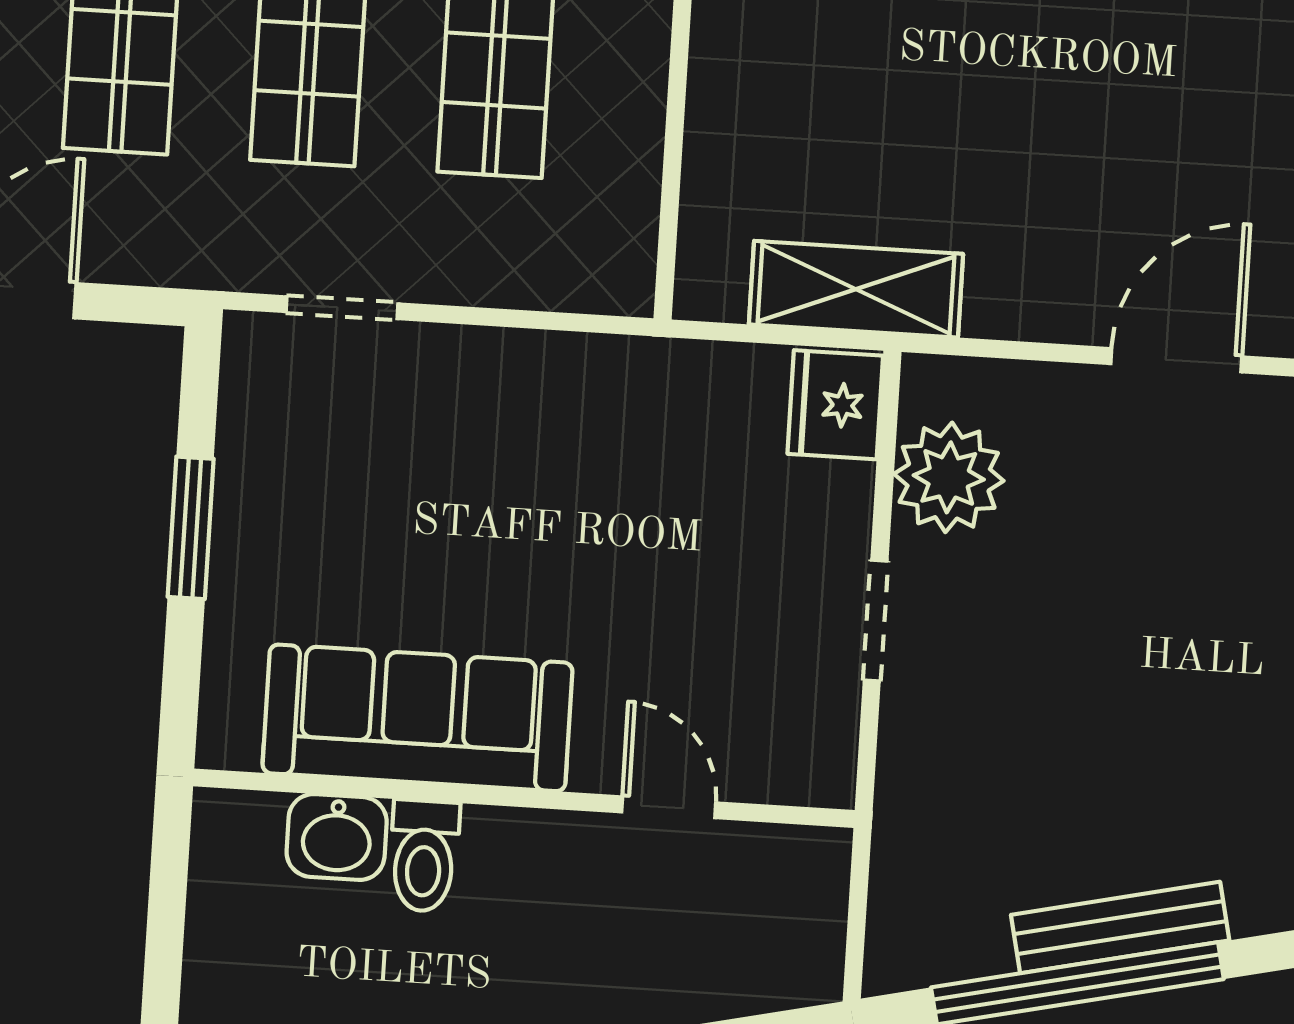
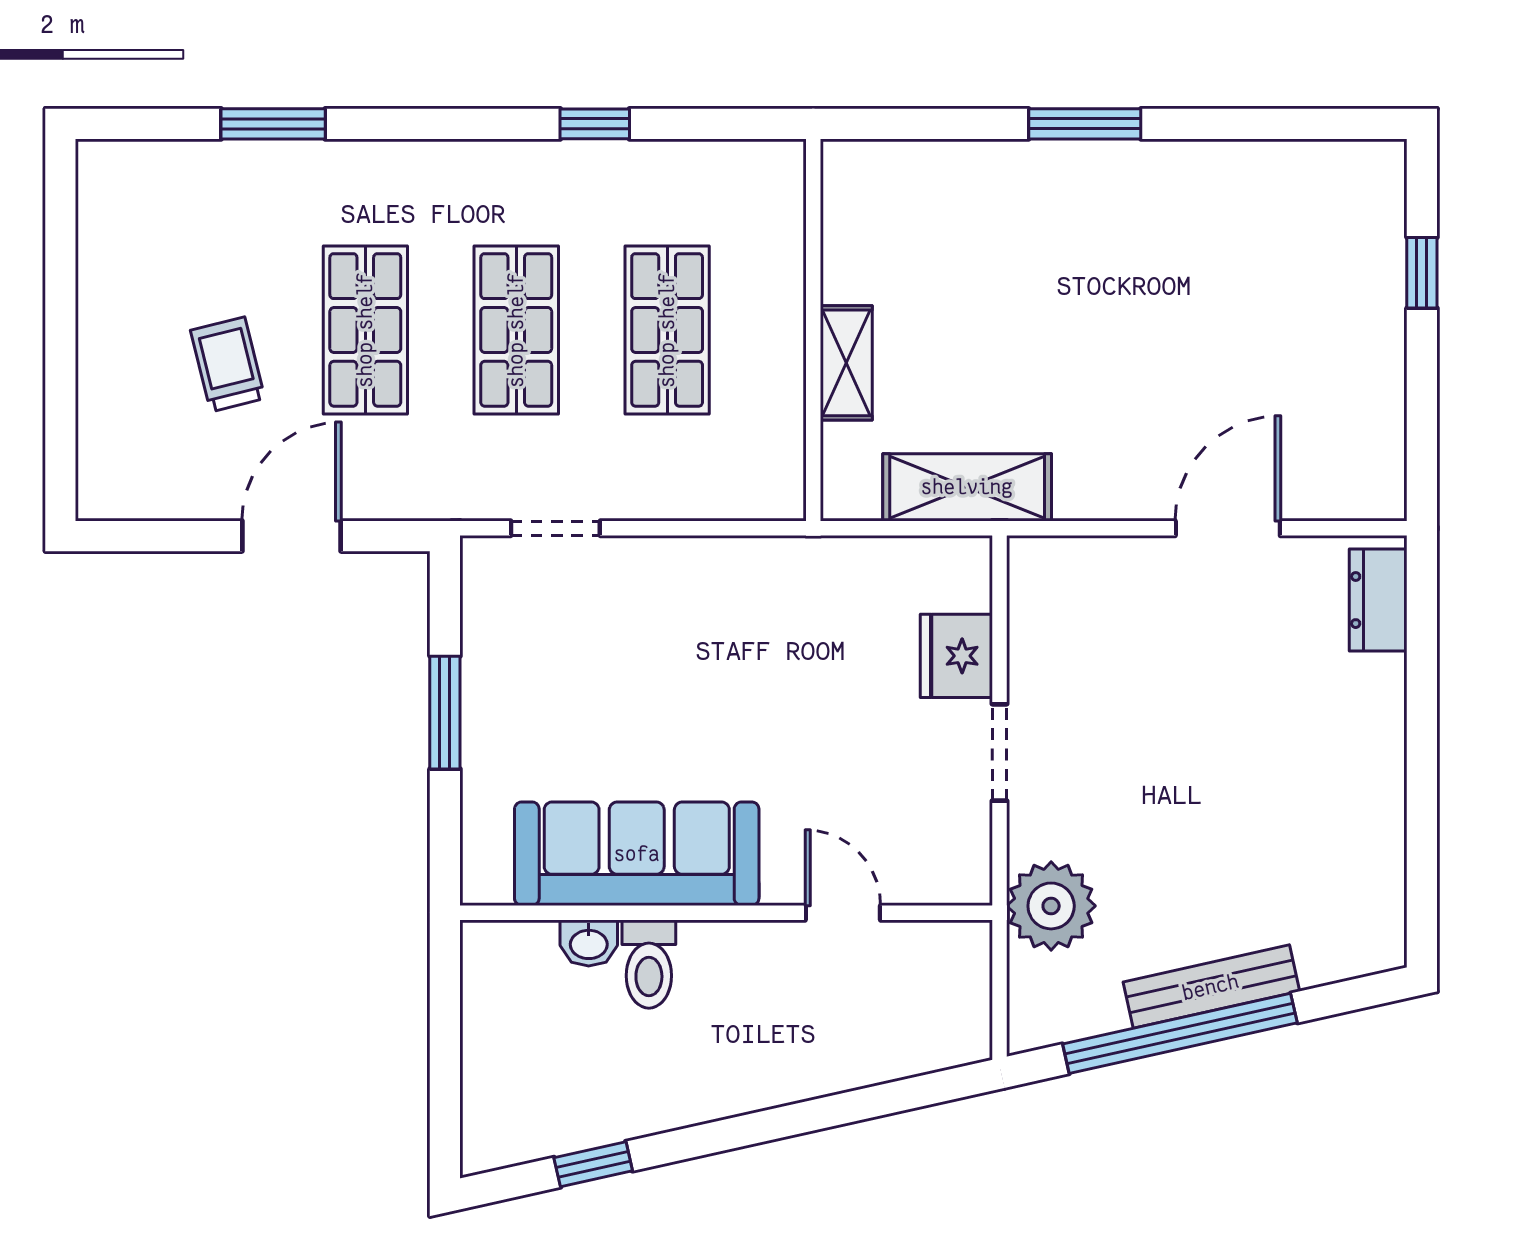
shelving: (716, 125) -> (846, 363), added
fridge: (835, 405) -> (956, 656), moved
plant: (949, 477) -> (1051, 906), moved
washbasin: (337, 837) -> (589, 943), width x0.72, depth x0.69

